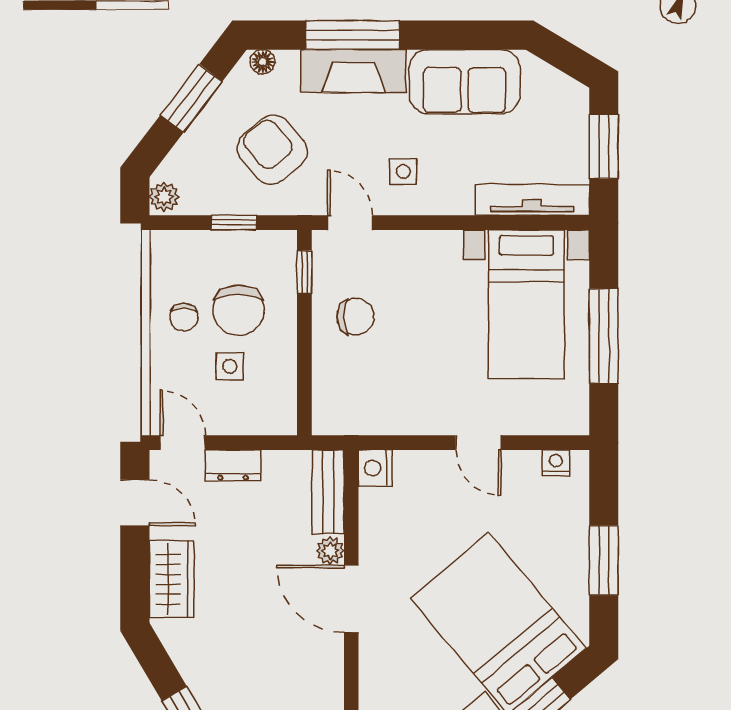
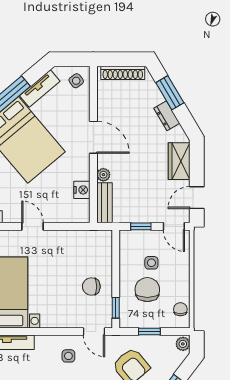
chair: (184, 317) -> (180, 309), moved
window: (252, 443) -> (141, 226), added
dresser: (233, 465) -> (167, 116), moved, turned -121
nightstand: (375, 468) -> (82, 190), moved
door: (135, 503) -> (197, 198), hinge flipped
door: (351, 599) -> (93, 137), moved

